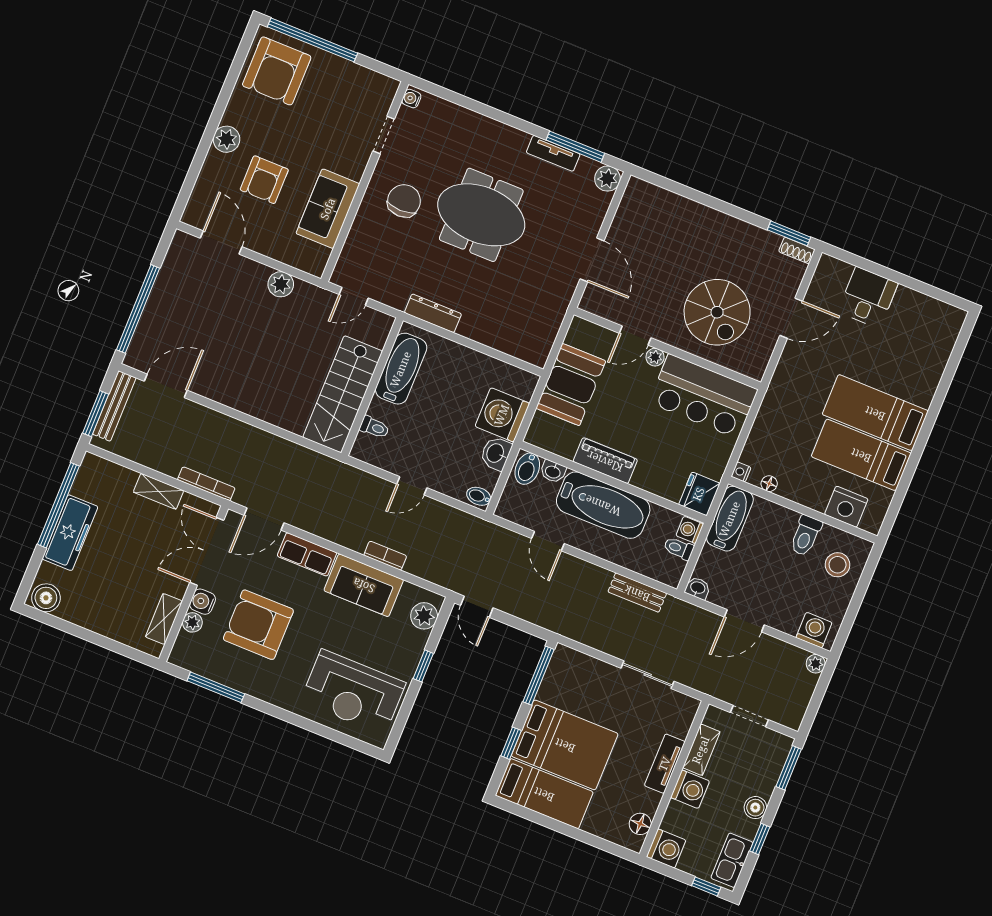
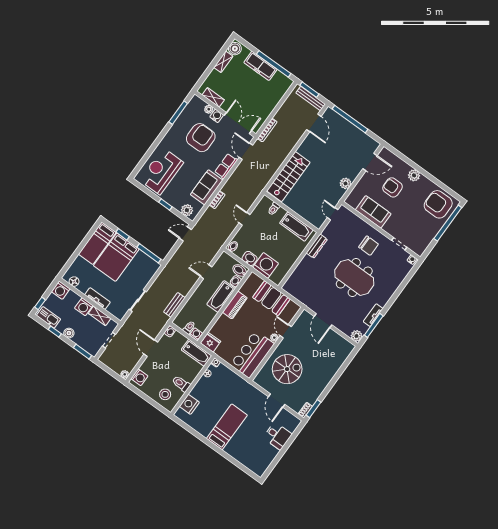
meeting table: (481, 215) -> (354, 278), turned 90
door: (592, 260) -> (323, 321), hinge flipped
spiral stairs: (717, 312) -> (287, 369), turned 180
stairs: (343, 394) -> (288, 177), moved, turned 90
bed: (861, 455) -> (210, 416), removed
shelving: (159, 491) -> (223, 62), moved
bathtub: (603, 505) -> (221, 296), width x0.73, depth x0.73

